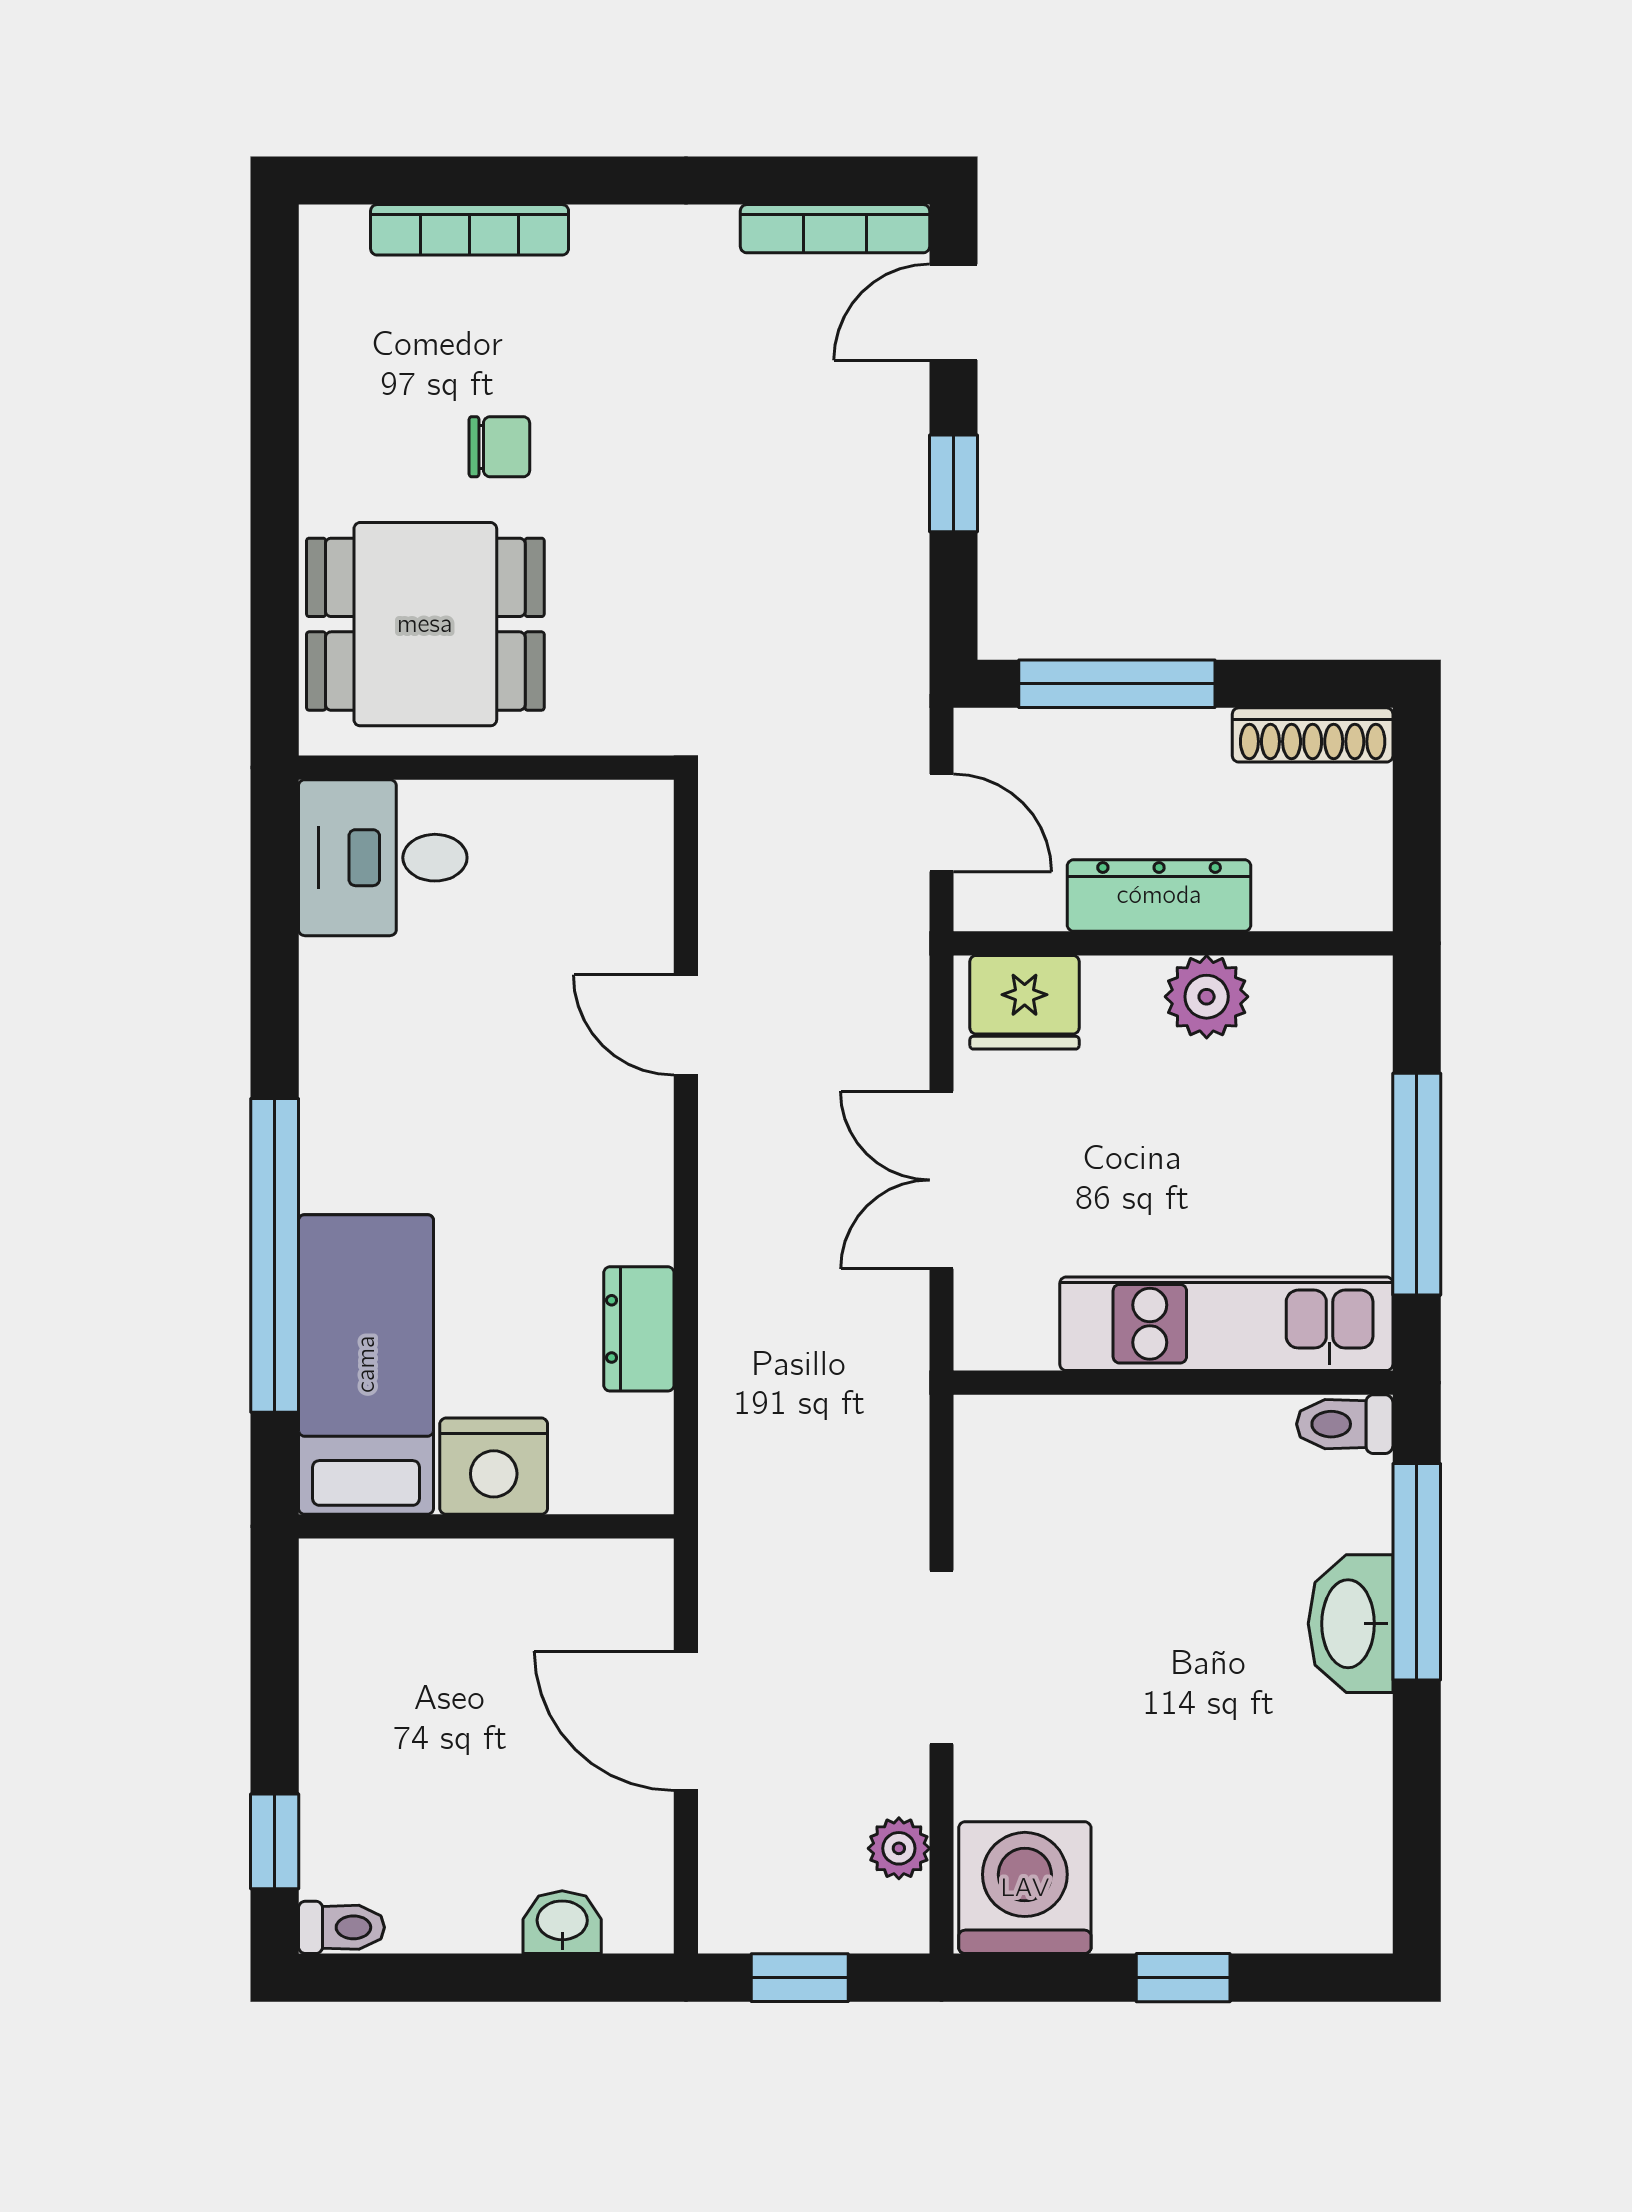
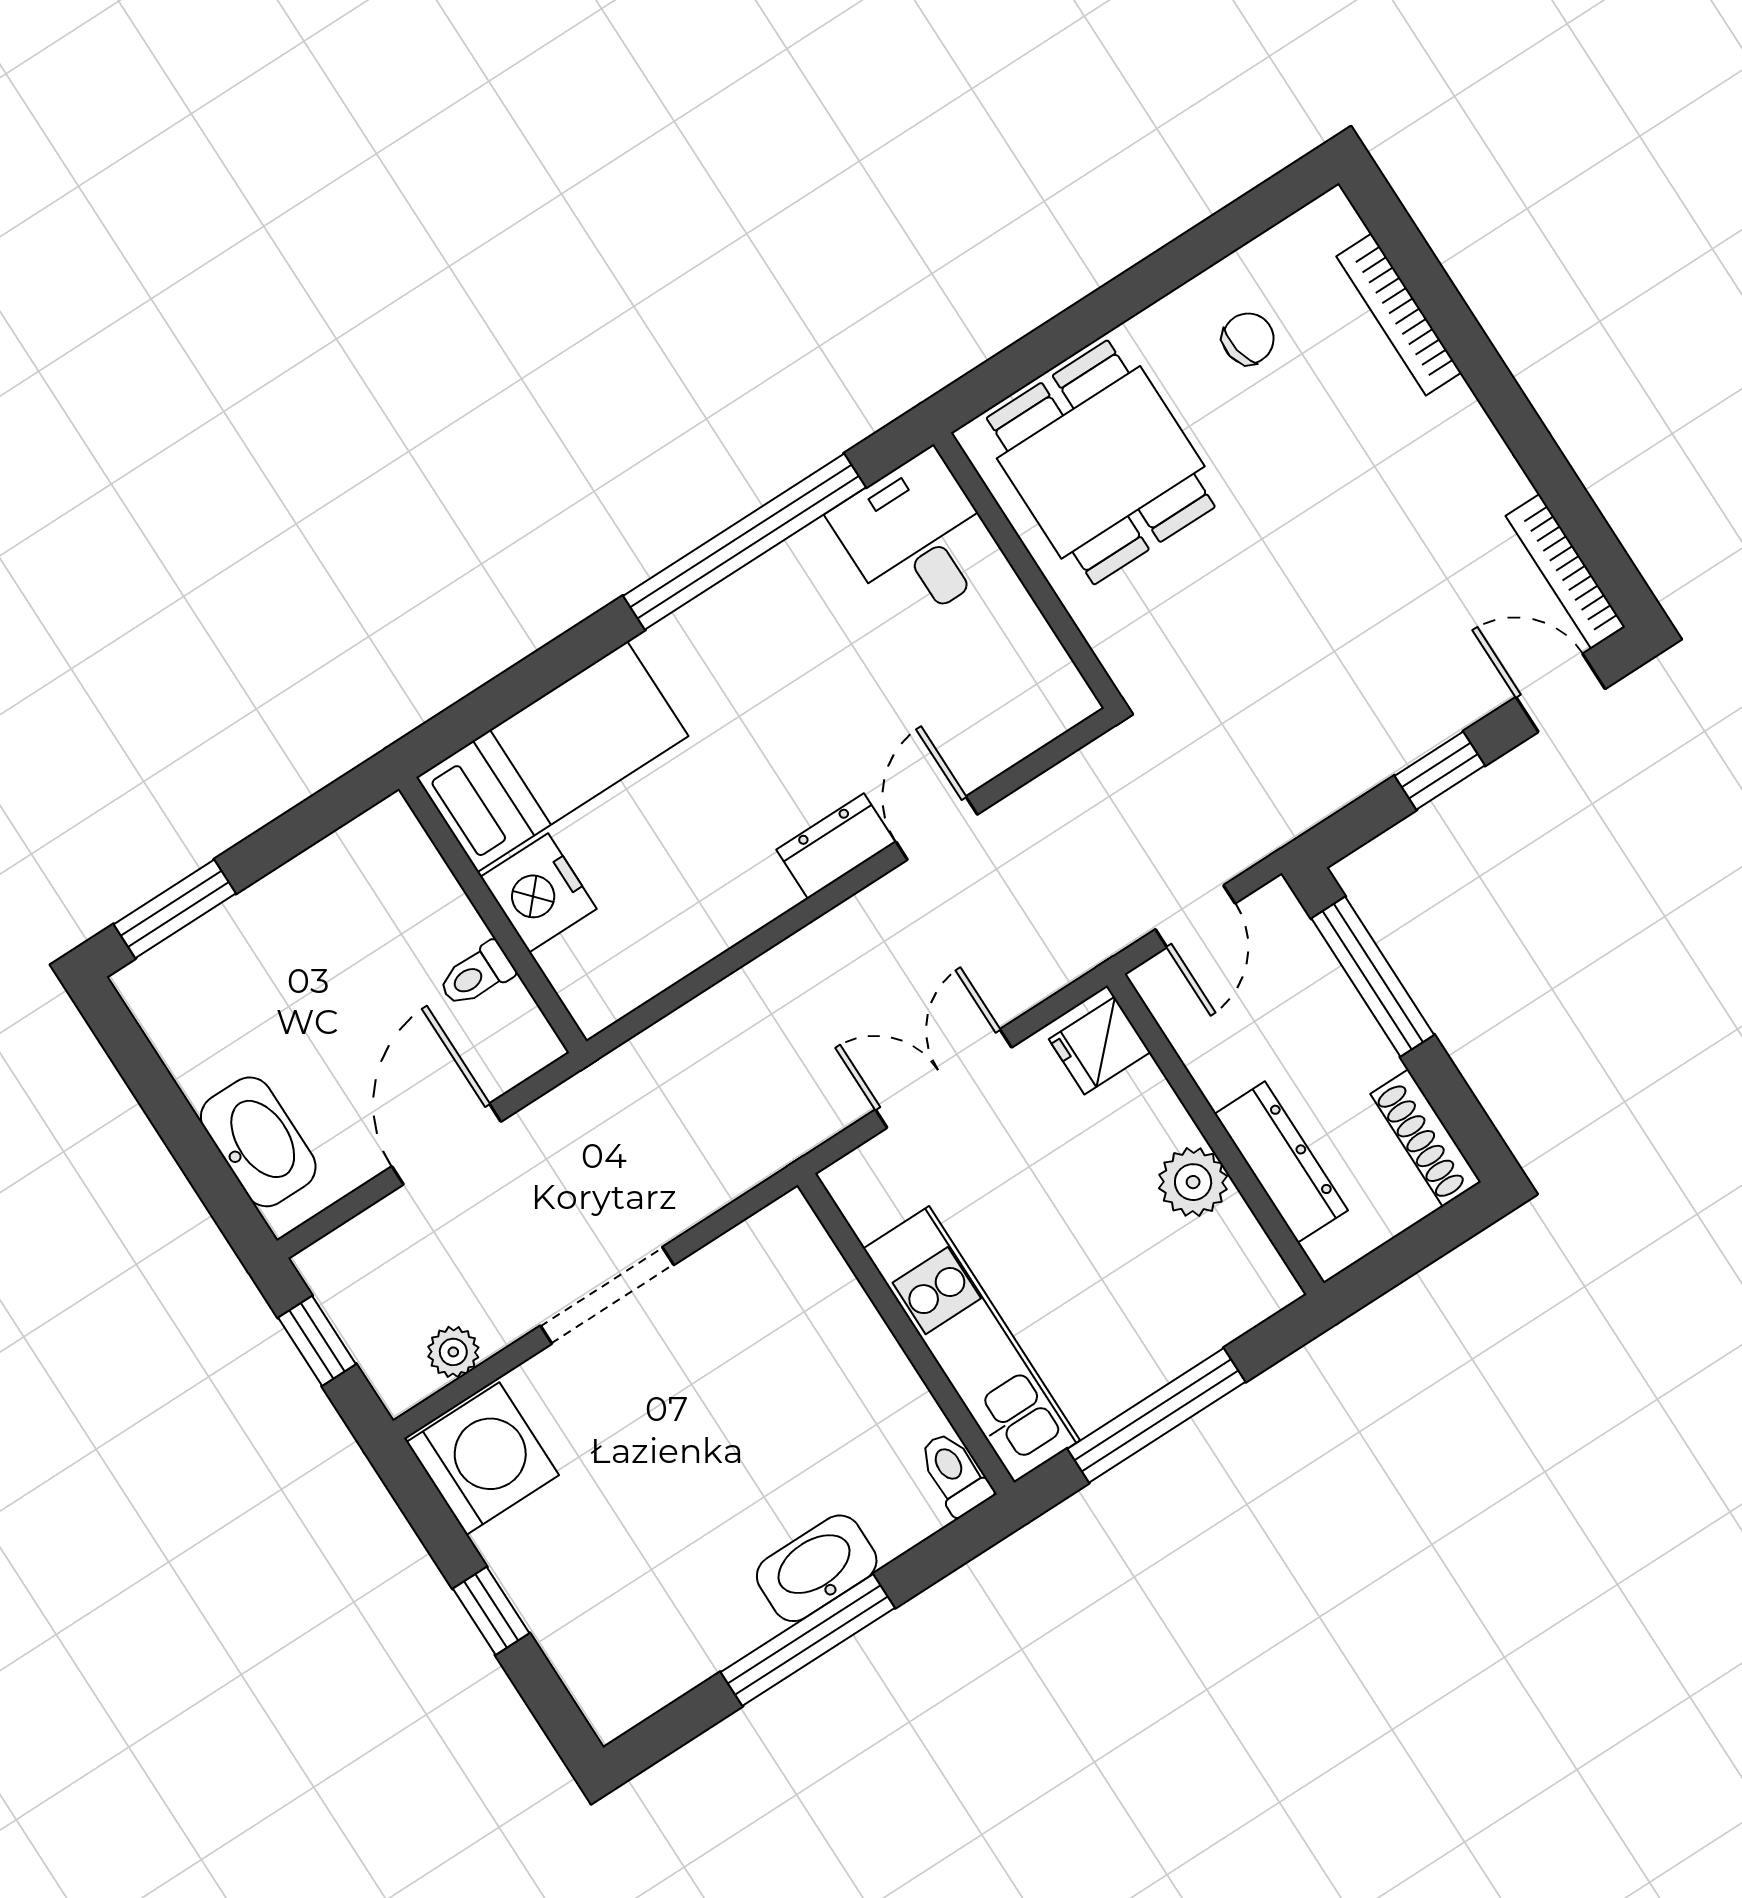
chair: (499, 447) -> (1248, 339), moved, turned -100
dresser: (1159, 895) -> (1281, 1162), moved
fridge: (1025, 1002) -> (1100, 1046), width x0.72
window: (275, 1255) -> (745, 542), moved
dresser: (639, 1329) -> (836, 846), moved
window: (1417, 1572) -> (808, 1640), moved
window: (275, 1841) -> (175, 909), width x1.50
washbasin: (562, 1922) -> (258, 1142), width x1.91, depth x1.45
toilet: (341, 1927) -> (476, 975), moved, turned 90

